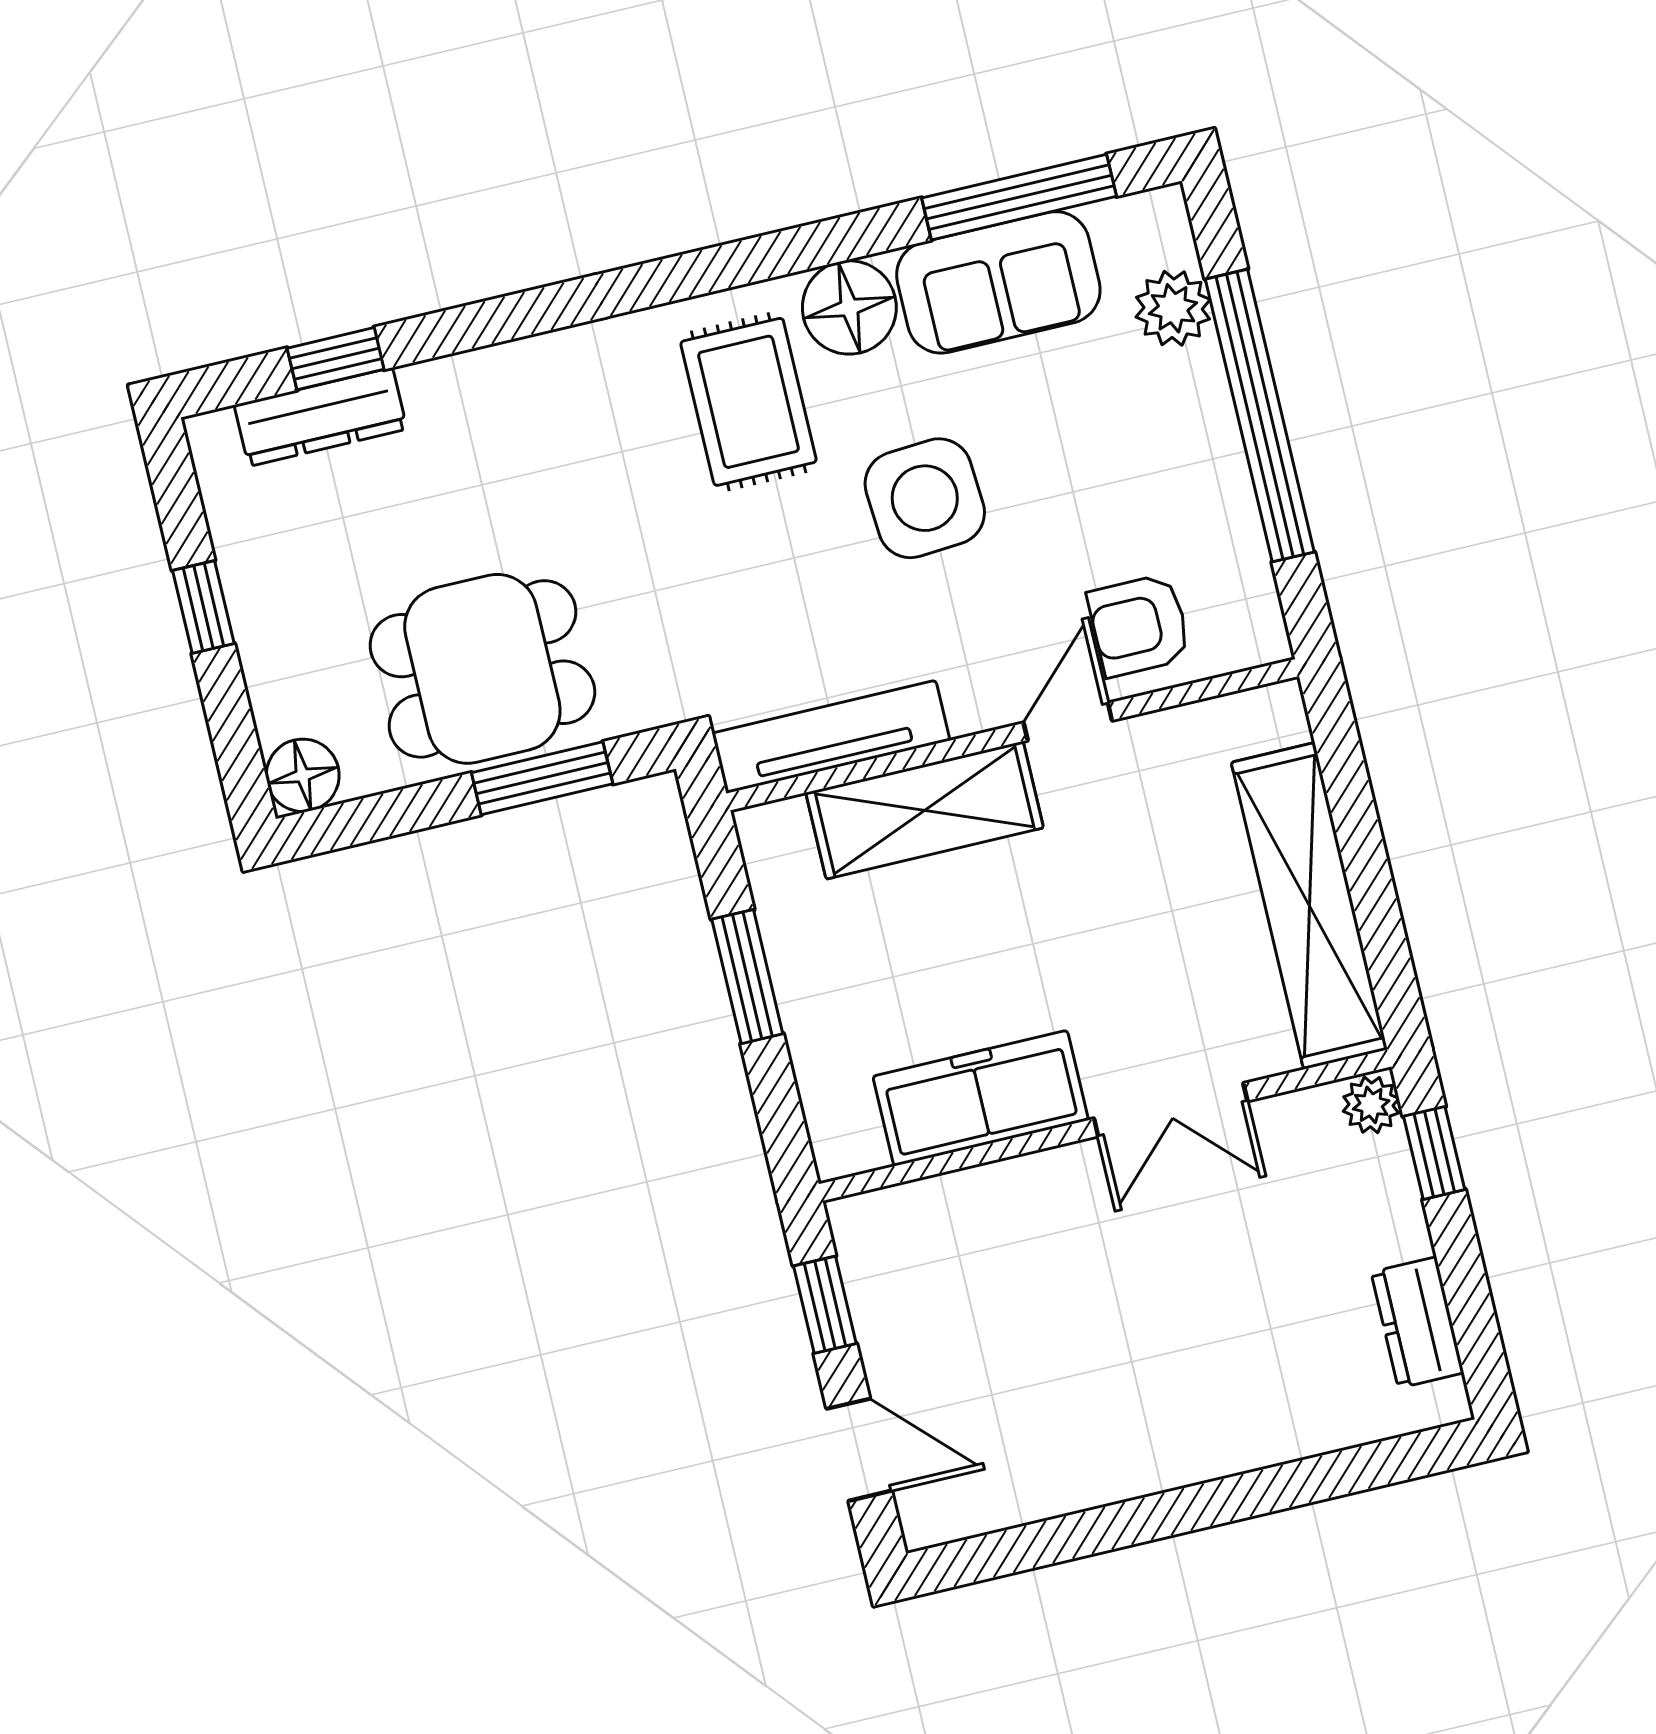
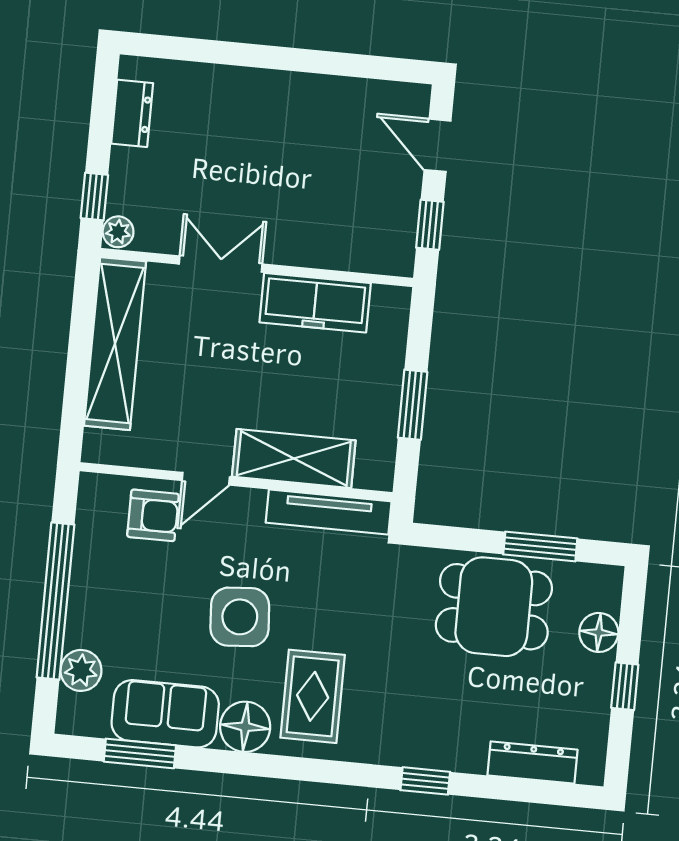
window: (1019, 197) -> (140, 753), width x0.69
window: (336, 359) -> (425, 781), moved
floor lamp: (303, 775) -> (599, 632), moved
window: (542, 778) -> (540, 546), moved

